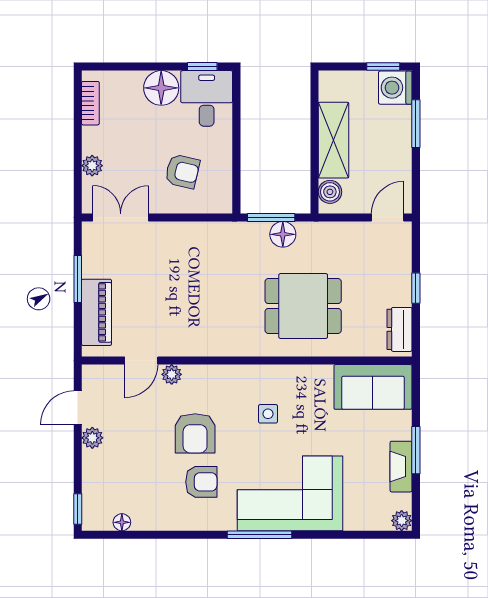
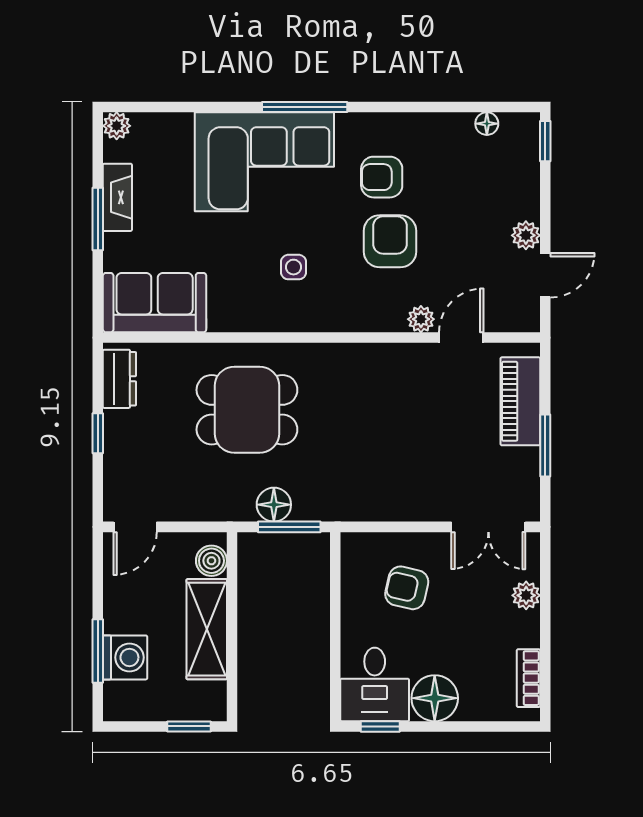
window: (383, 67) -> (189, 726), moved
washing machine: (395, 88) -> (125, 657), moved

